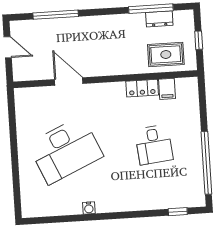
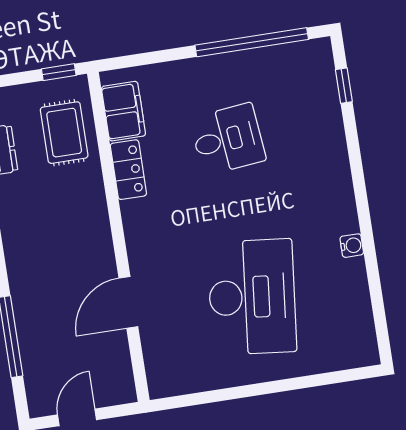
window: (199, 40) -> (59, 72), moved
filing cabinet: (167, 89) -> (123, 111), width x2.00
desk: (65, 150) -> (252, 297), turned 30

